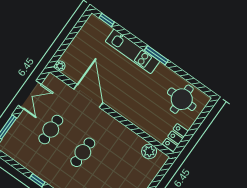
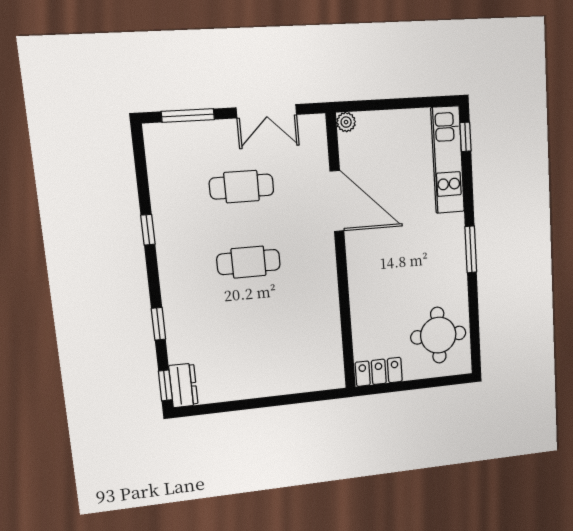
kitchen unit: (132, 51) -> (448, 160), moved
door: (88, 96) -> (337, 201), hinge flipped
plant: (149, 151) -> (330, 353), removed

